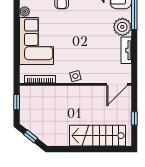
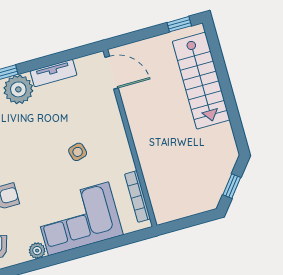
side table: (75, 76) -> (78, 152), moved
window: (17, 102) -> (184, 223), removed
window: (134, 118) -> (179, 24), moved

